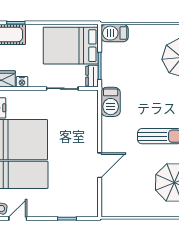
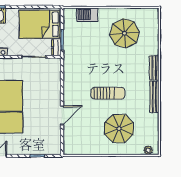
barbecue: (115, 33) -> (87, 15), moved
barbecue: (111, 102) -> (70, 67), removed

